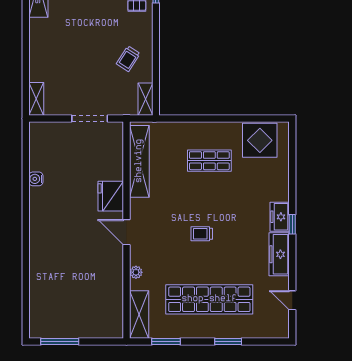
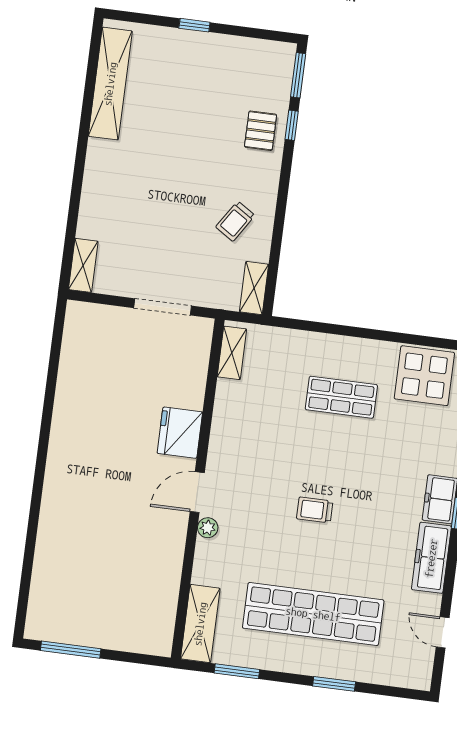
shelving: (139, 161) -> (232, 353), width x0.45, depth x0.75
water cooler: (36, 179) -> (66, 390), removed
door: (126, 232) -> (197, 492), hinge flipped
plant: (136, 272) -> (208, 528), moved

